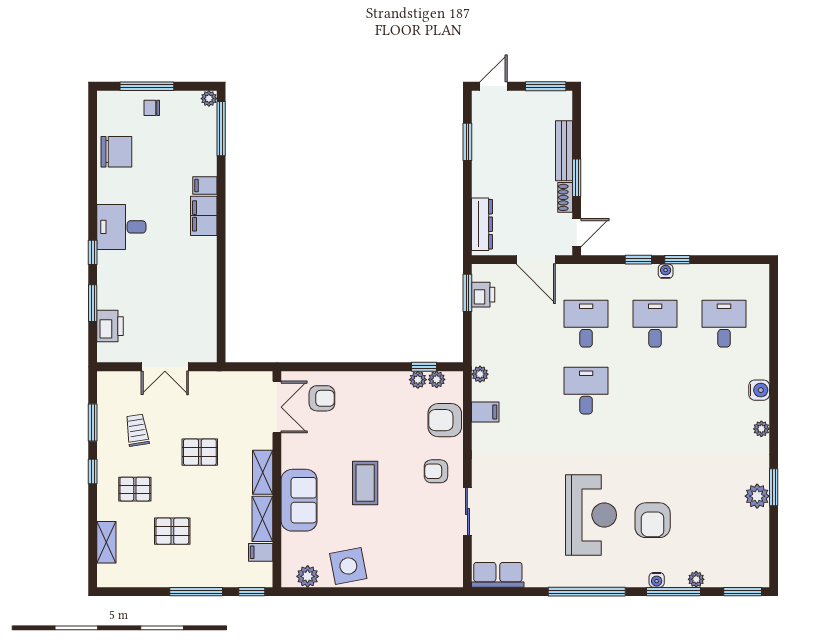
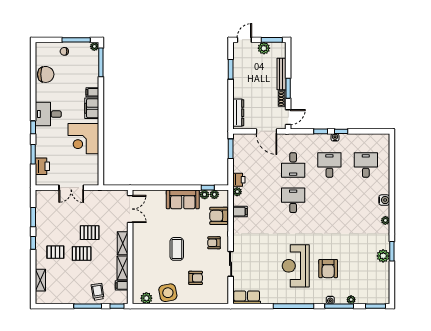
window: (147, 86) -> (76, 40), moved
plant: (531, 102) -> (264, 48), added
corner desk: (188, 274) -> (83, 139), added
printer: (483, 295) -> (239, 180), moved
desk: (586, 324) -> (293, 165), turned 180
armchair: (322, 398) -> (196, 278), moved
trolley: (137, 430) -> (98, 292), moved
sofa: (299, 500) -> (183, 199), moved, turned 90
reception desk: (591, 515) -> (296, 266), turned 180
pallet: (172, 531) -> (82, 254), moved

